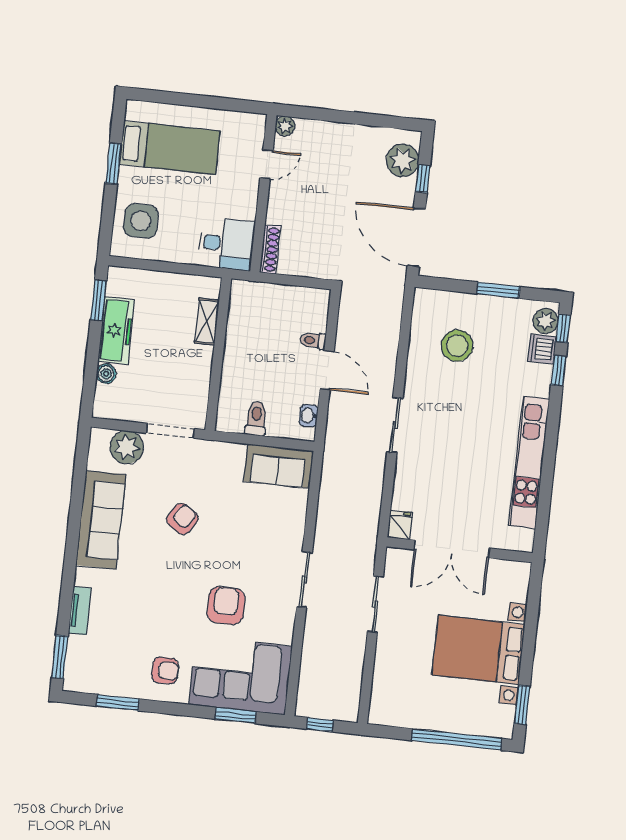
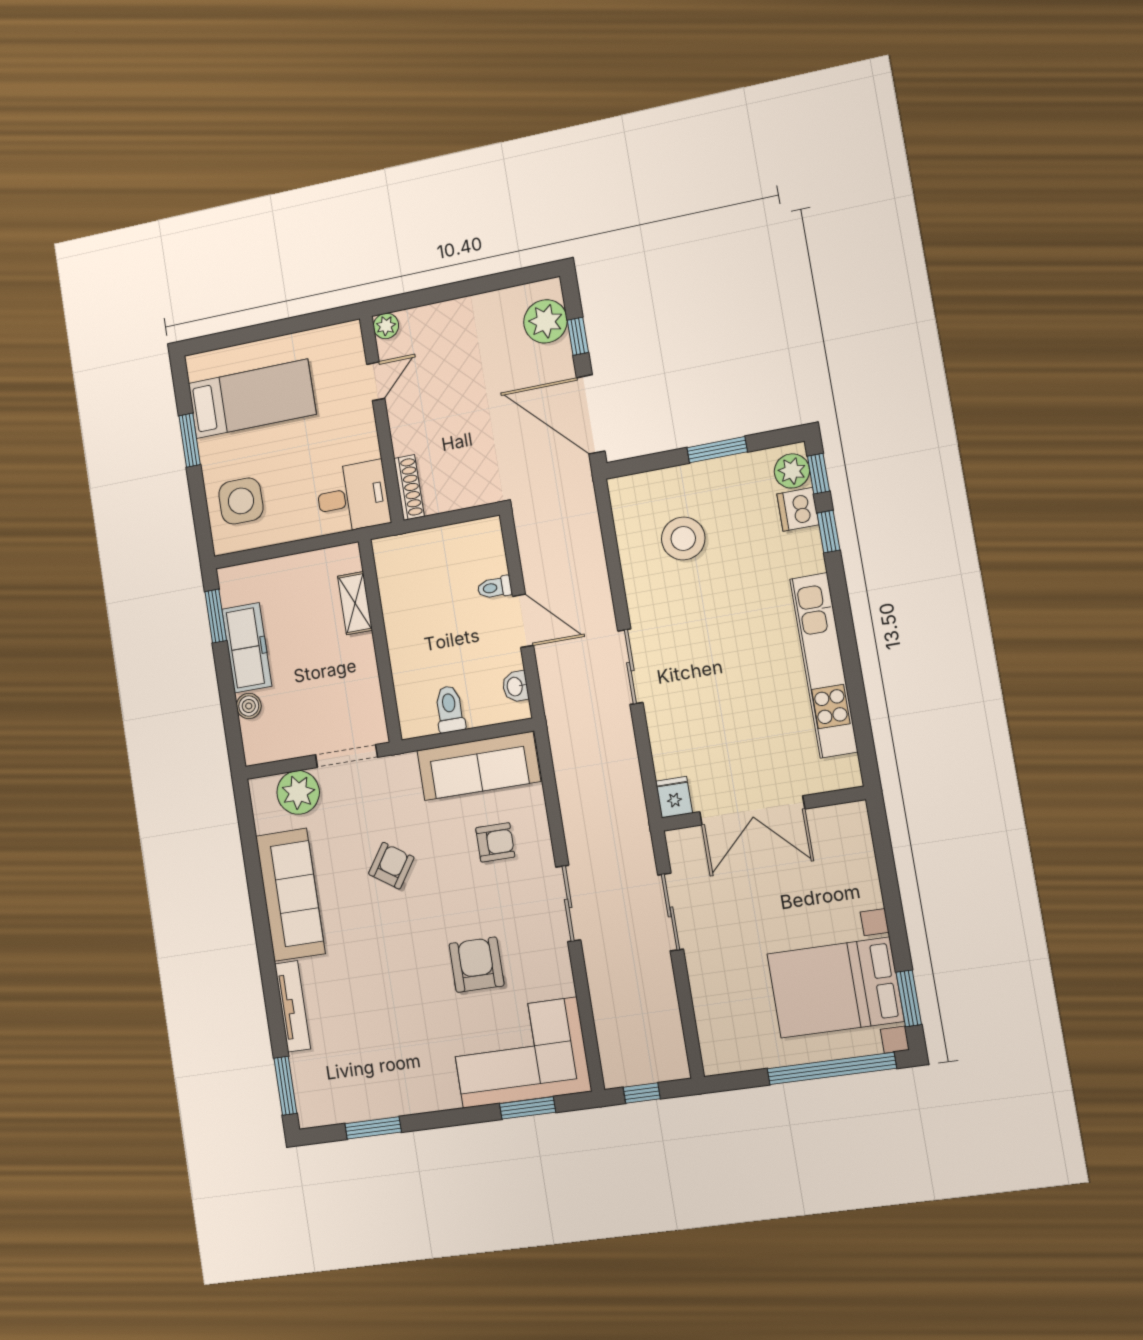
sofa: (278, 466) -> (479, 766), width x1.36
tv unit: (80, 611) -> (293, 1006), width x1.41
bed with nightstands: (478, 650) -> (835, 988), moved
armchair: (165, 670) -> (495, 842), moved

